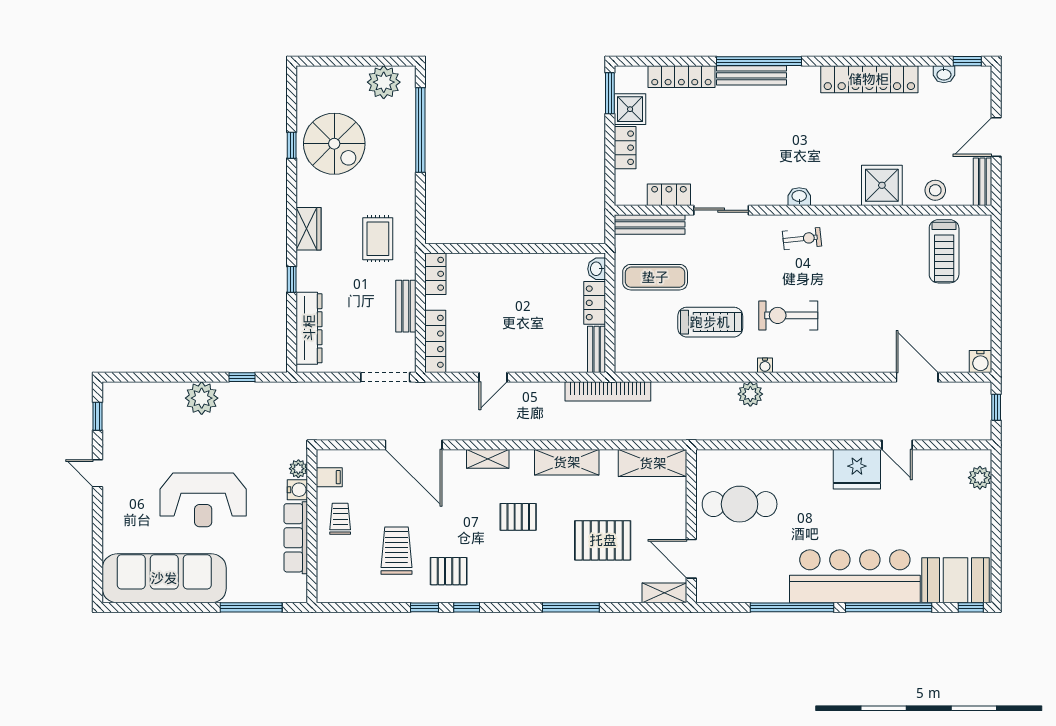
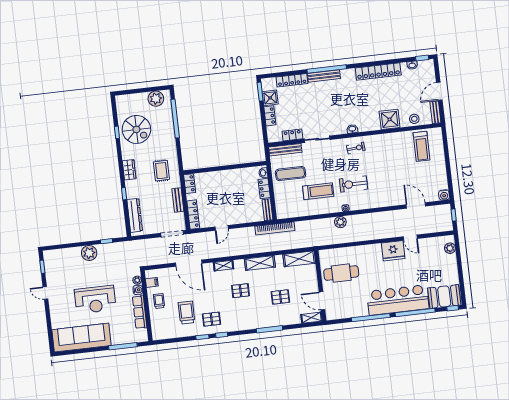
pallet: (603, 540) -> (280, 297), width x0.67, depth x0.71

